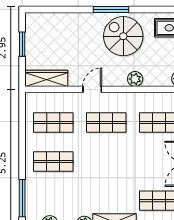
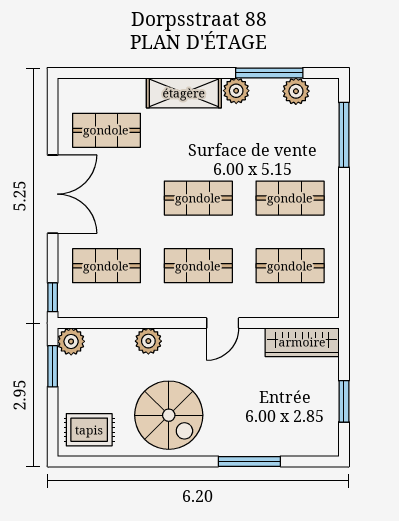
window: (111, 9) -> (249, 461), moved
shop shelf: (106, 162) -> (198, 198), added

